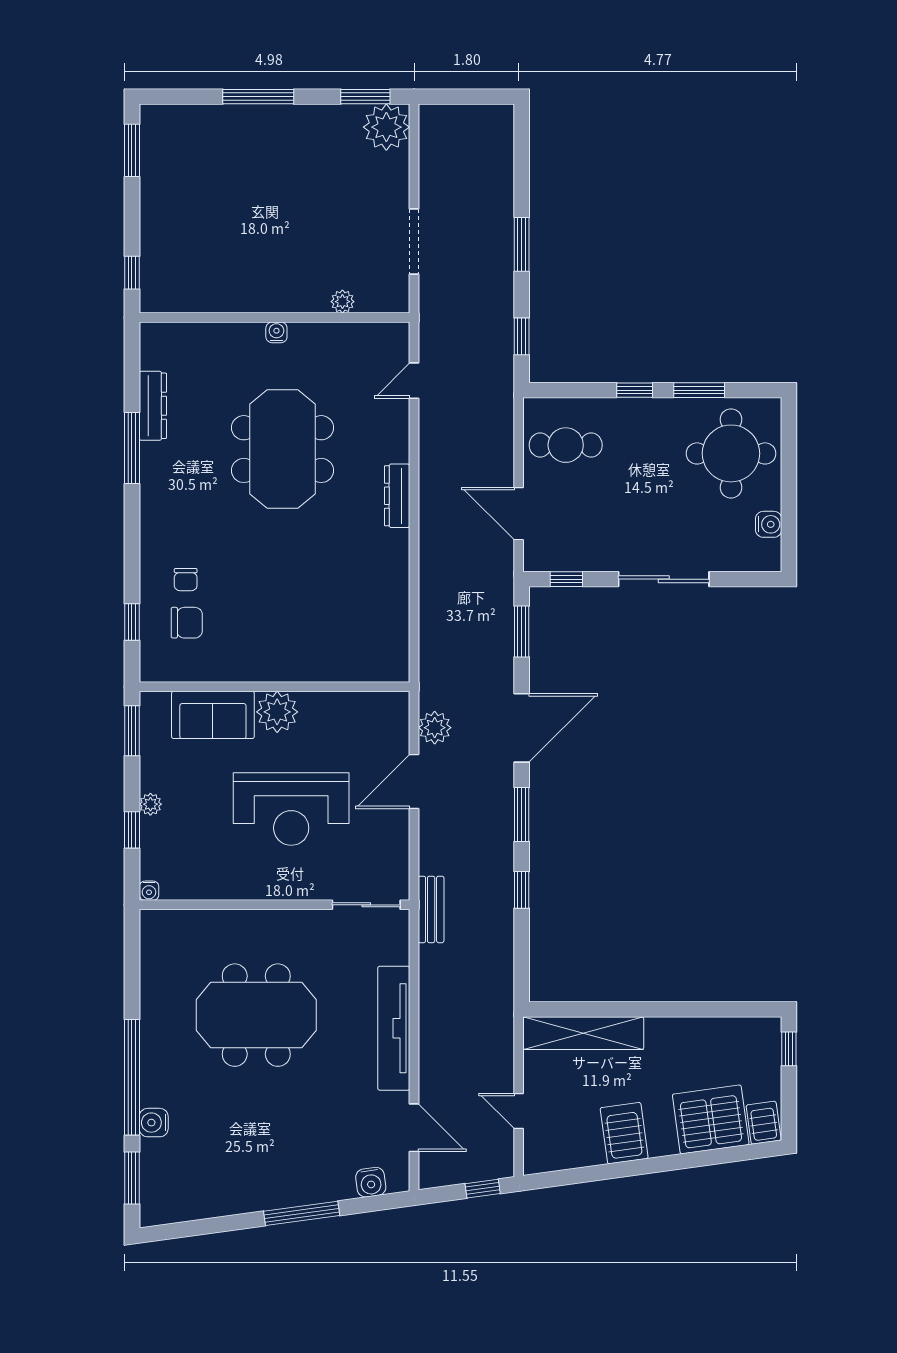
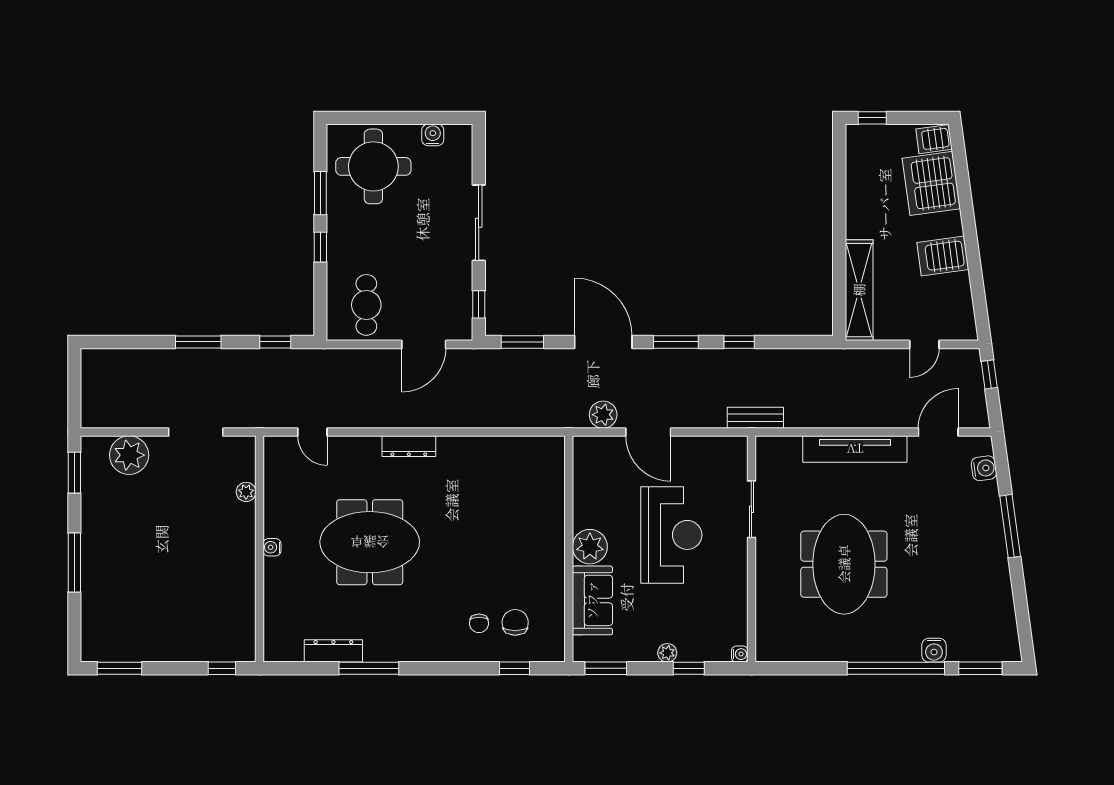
plant: (386, 127) -> (129, 455), moved
chair: (186, 580) -> (479, 623), turned 90
sliding door: (366, 905) -> (751, 509), moved

